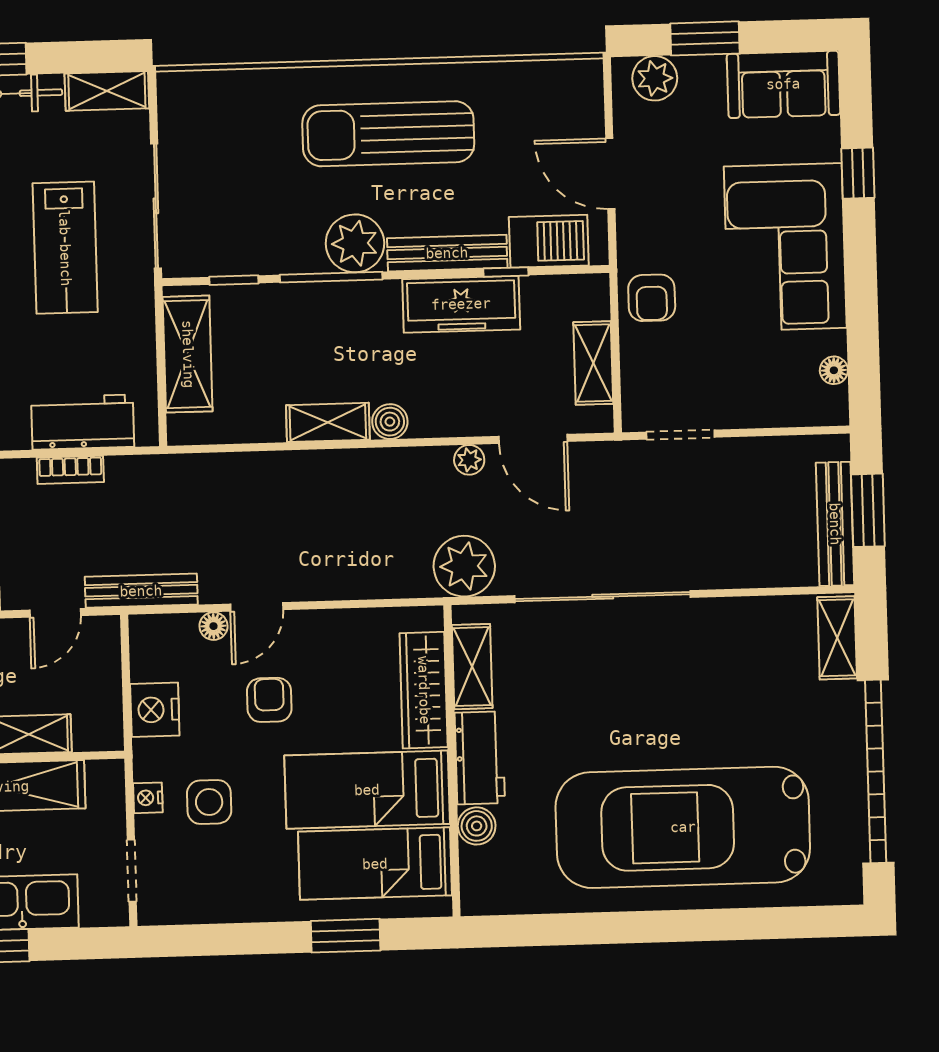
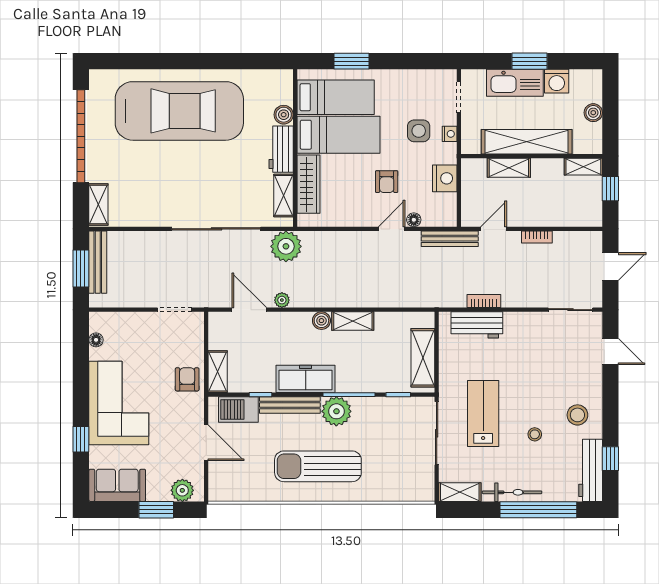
sun lounger: (388, 134) -> (318, 466), turned 180
freezer: (461, 304) -> (306, 379), moved
shelving: (593, 363) -> (218, 372), moved

